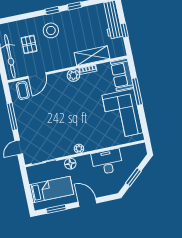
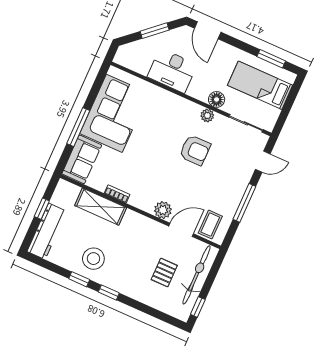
stool: (51, 30) -> (93, 259), moved
plant: (73, 75) -> (163, 210), moved
armchair: (62, 126) -> (195, 150), added
plant: (79, 149) -> (207, 115), moved
door: (87, 202) -> (208, 30), moved

